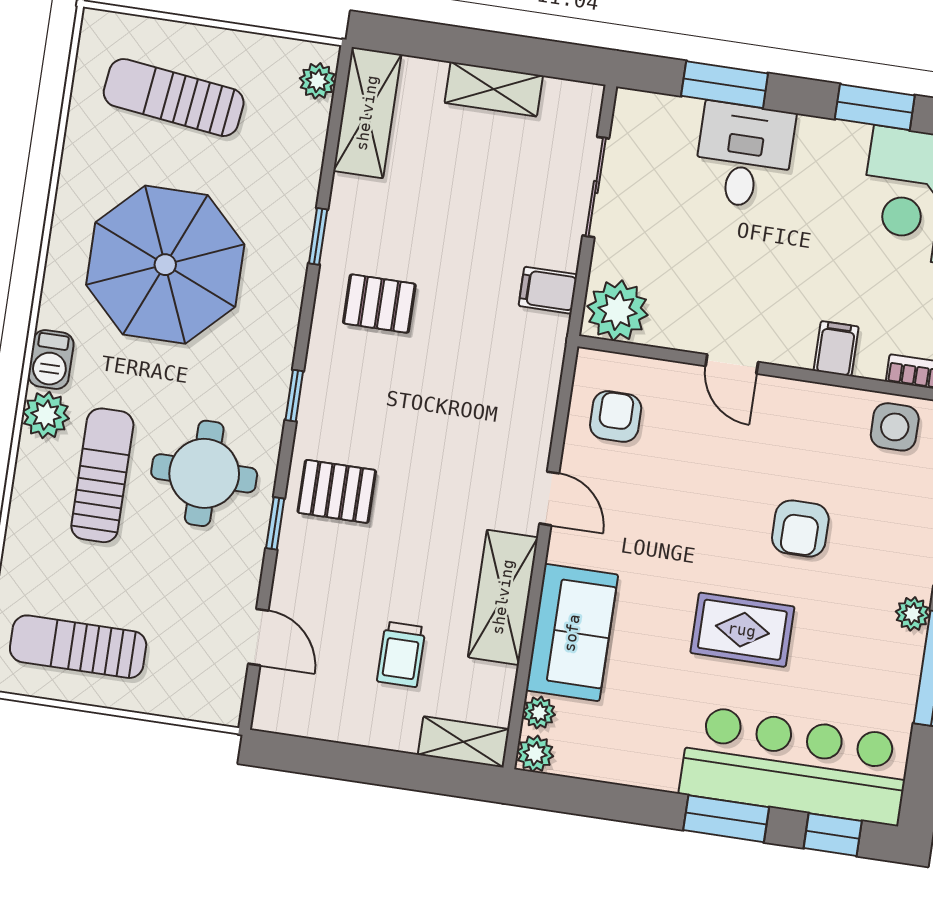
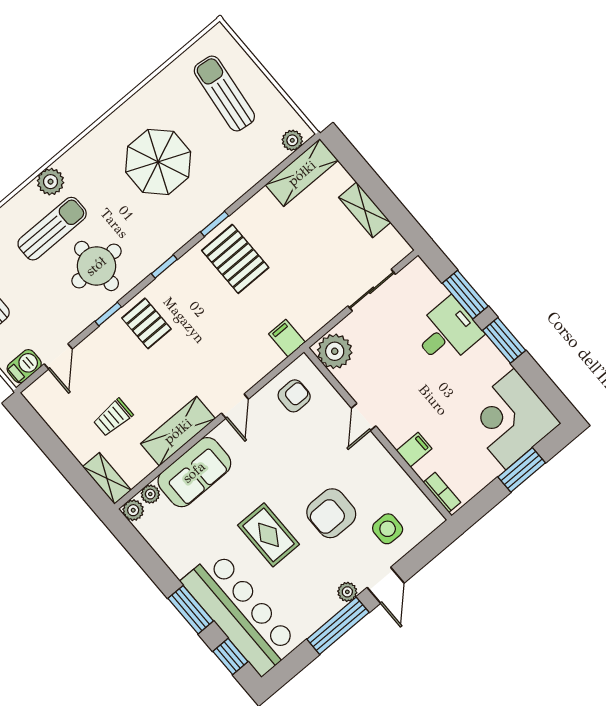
window: (875, 107) -> (504, 340), moved
window: (318, 236) -> (215, 224), moved
parasol: (165, 265) -> (158, 162), width x0.73, depth x0.73
filing cabinet: (548, 290) -> (287, 338), moved
pallet: (379, 304) -> (235, 259), width x1.50, depth x1.42
barbecue: (51, 359) -> (24, 366), moved, turned 180
side table: (895, 427) -> (388, 529), moved
armchair: (800, 529) -> (331, 513), width x1.38, depth x1.38

